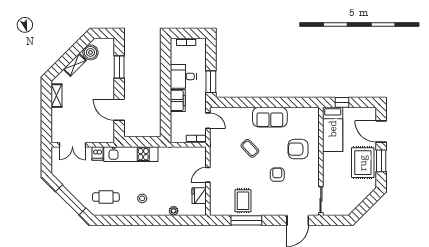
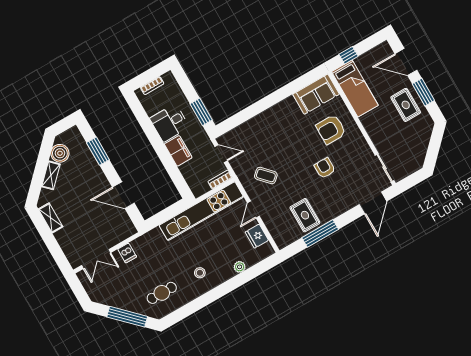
sofa: (270, 117) -> (316, 94), moved
coffee table: (250, 148) -> (266, 176), moved
kitchen unit: (131, 154) -> (201, 211), moved, width x1.36
rug: (363, 163) -> (406, 105), width x0.73, depth x0.70

